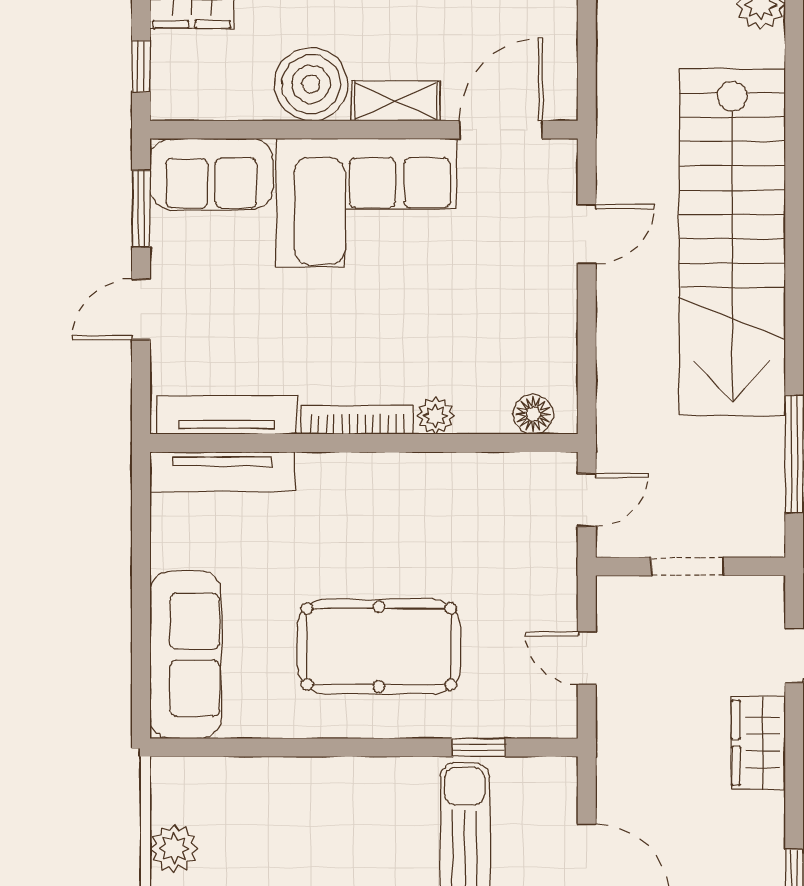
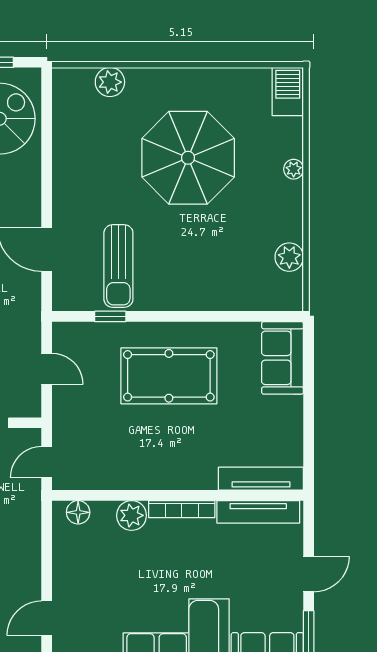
plant: (435, 416) -> (132, 515), width x1.38, depth x1.38
sofa: (185, 655) -> (283, 358), width x0.73

